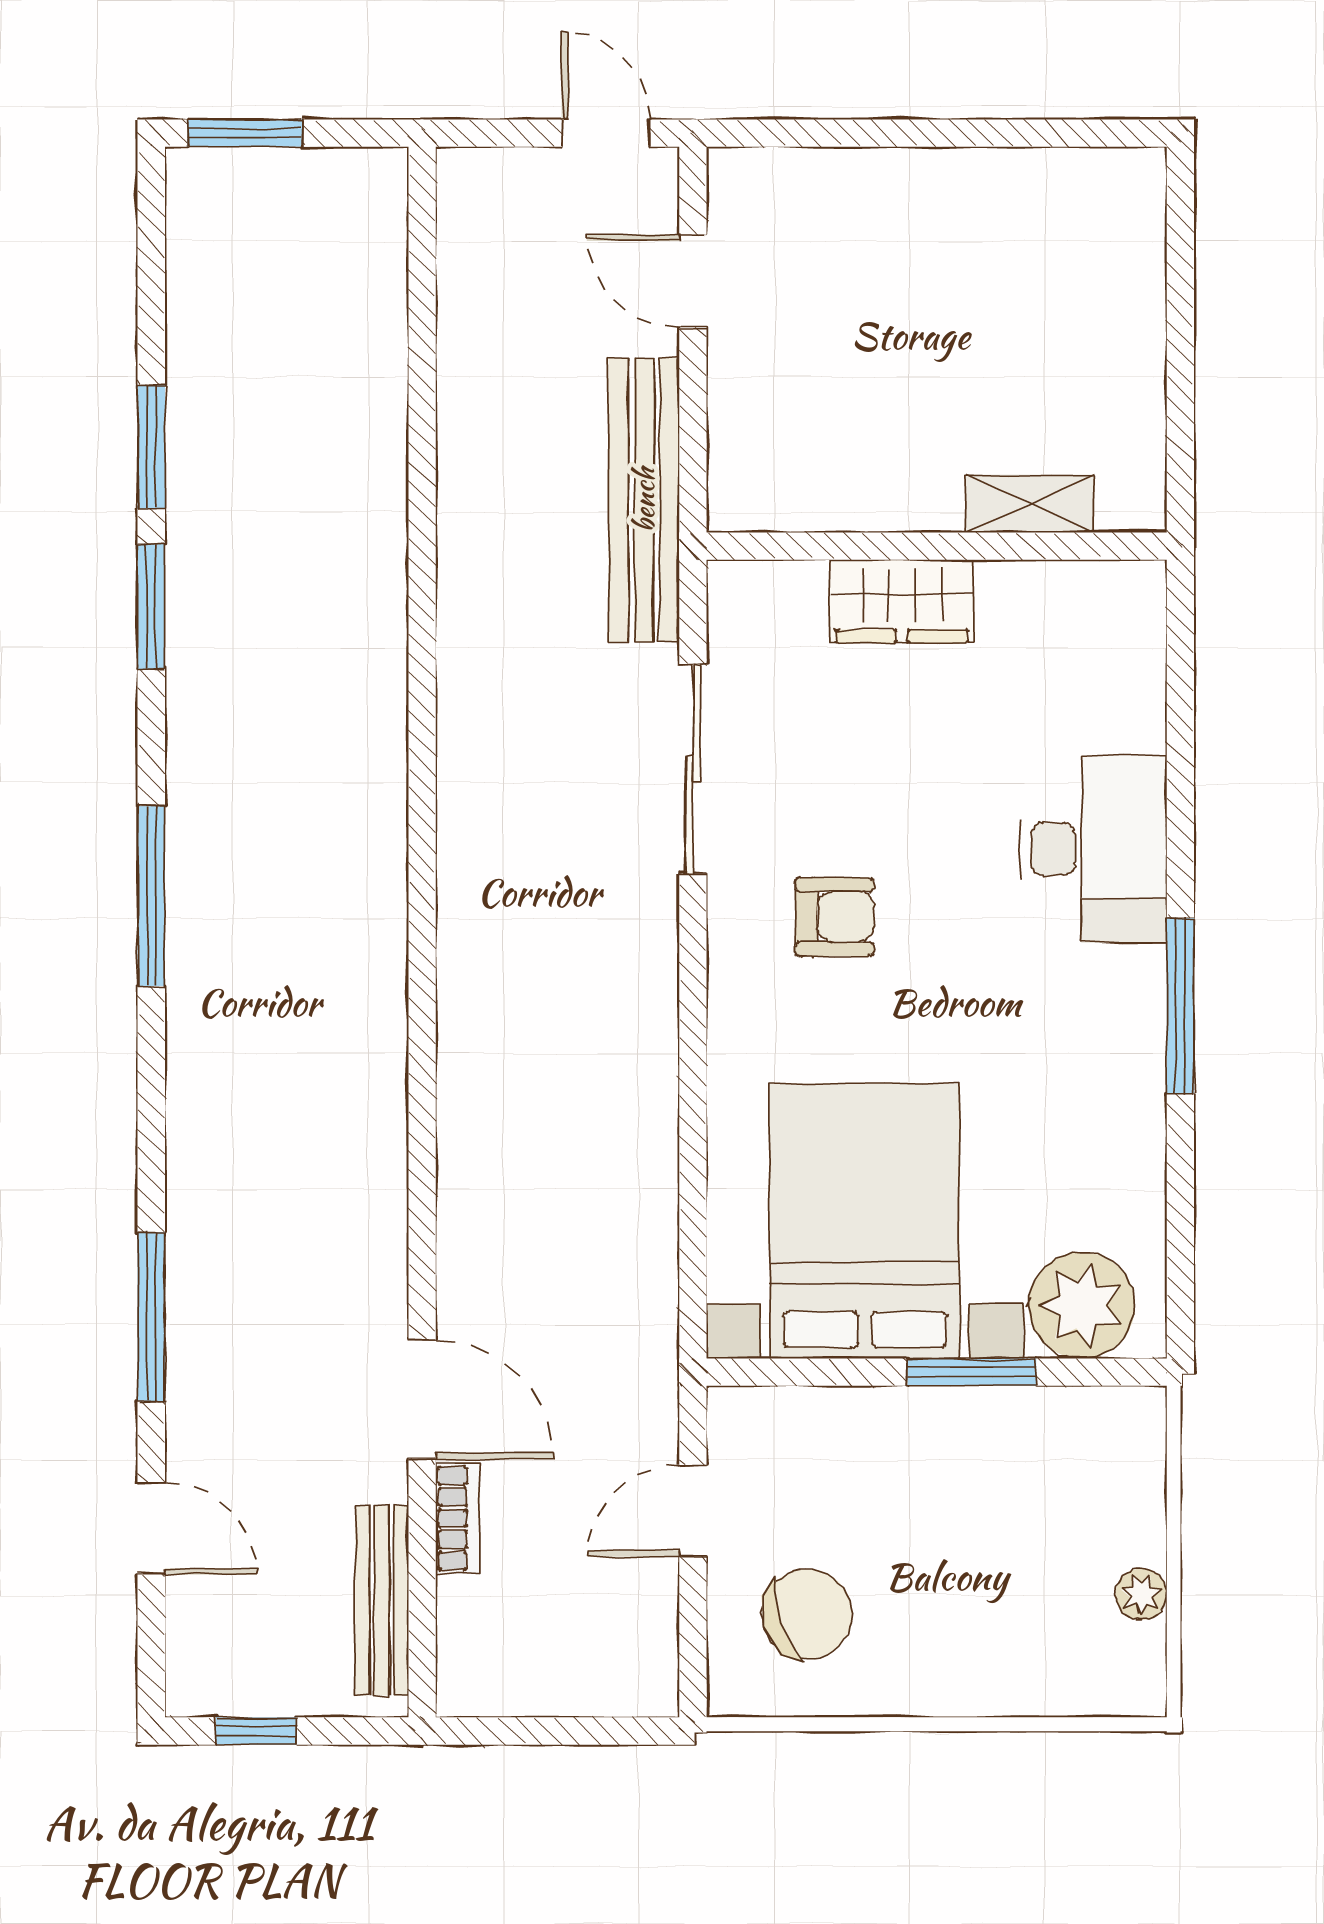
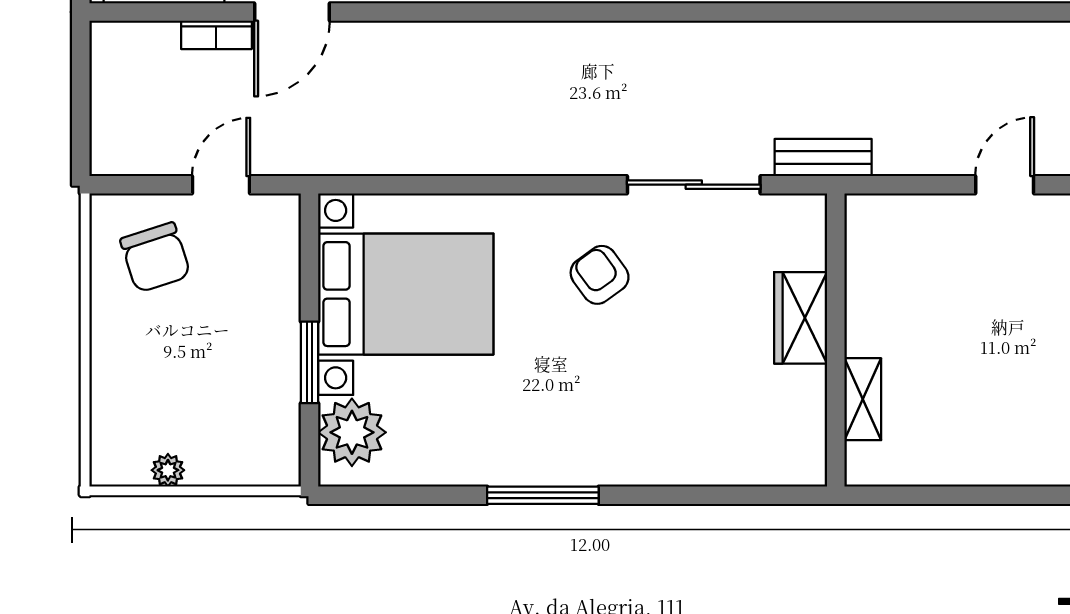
bench: (644, 500) -> (823, 157), width x0.54, depth x0.82
desk: (1093, 849) -> (643, 440), removed
armchair: (835, 917) -> (600, 275), turned 144
door: (693, 1511) -> (221, 185), hinge flipped

